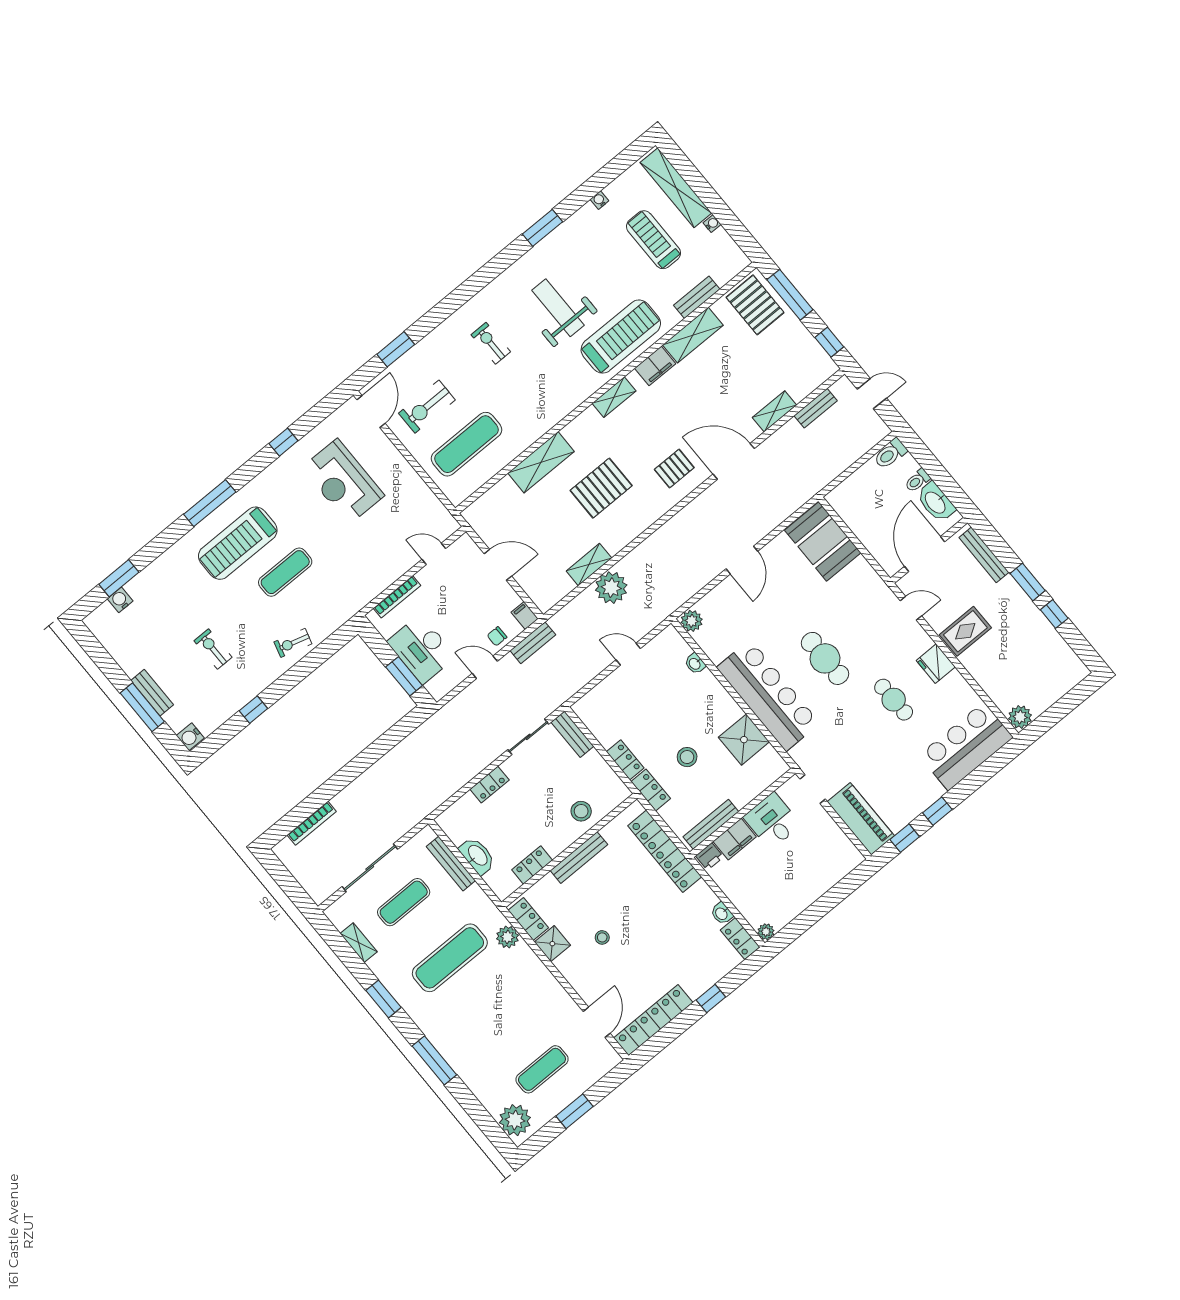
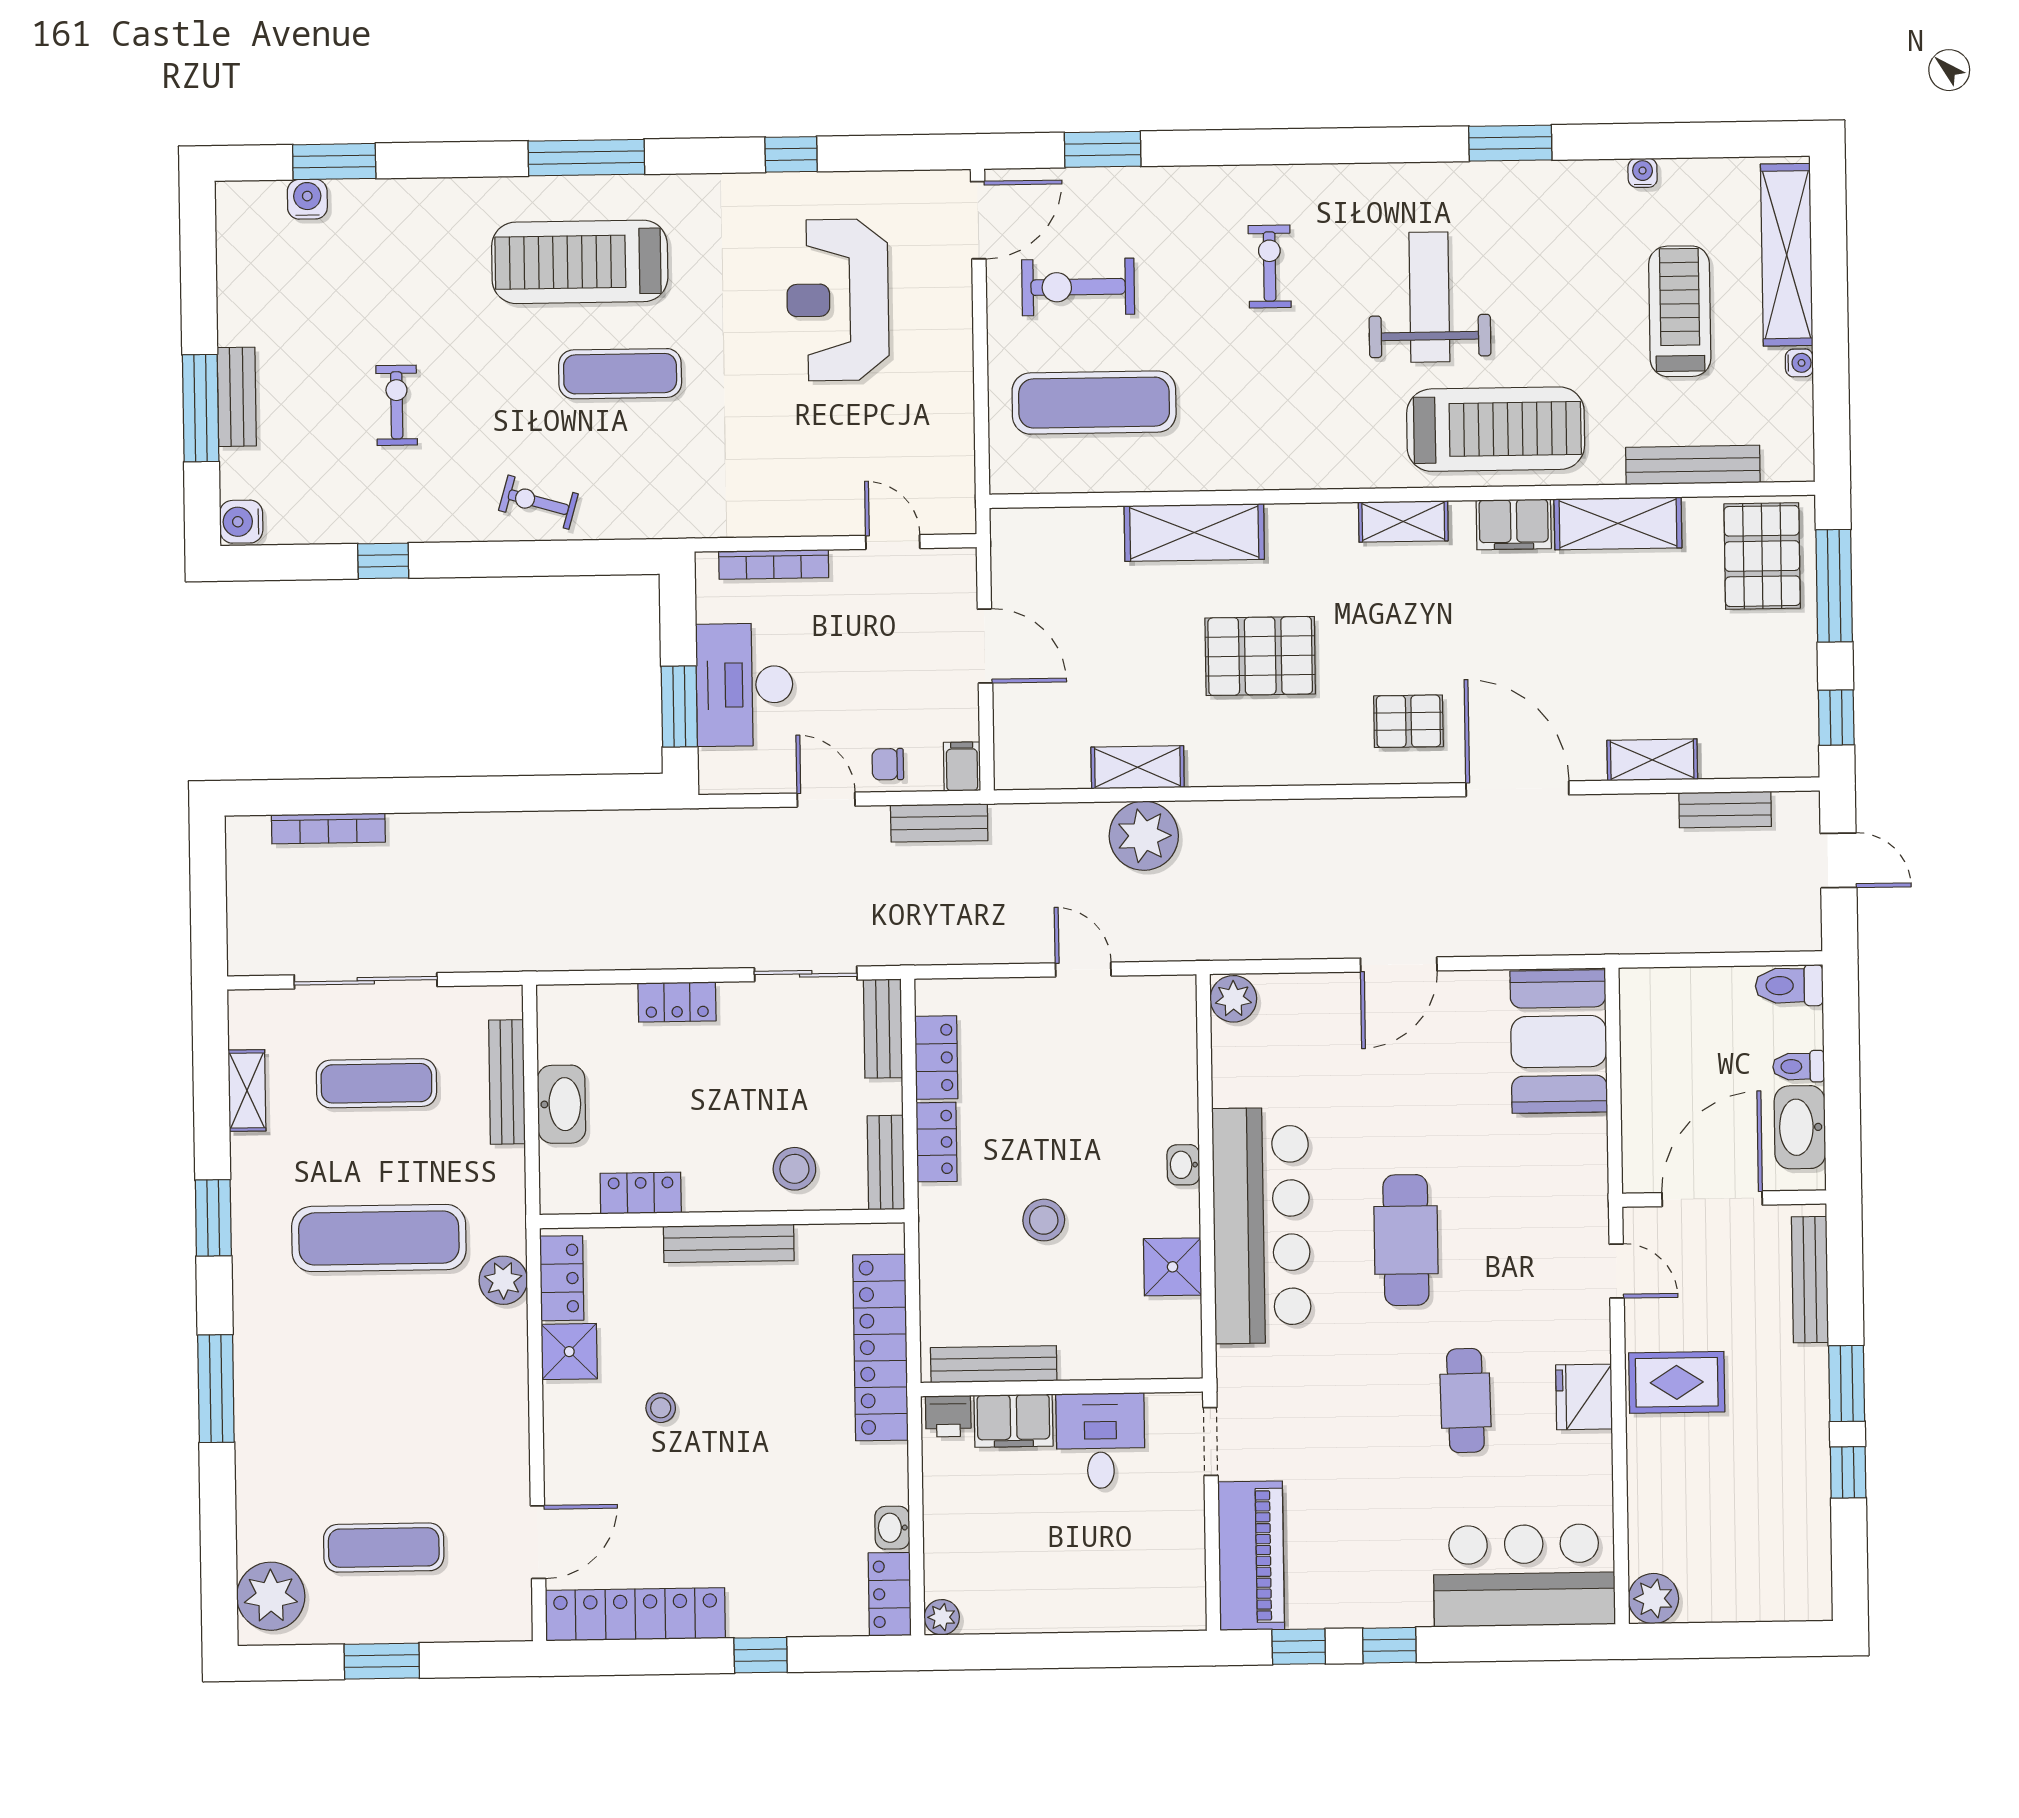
bench: (697, 297) -> (1693, 465), width x1.36
washbasin: (695, 664) -> (1183, 1165), moved
shower: (744, 740) -> (1173, 1267), width x0.73, depth x0.73
bench: (613, 782) -> (886, 1163), added
locker: (651, 790) -> (936, 1058), moved

